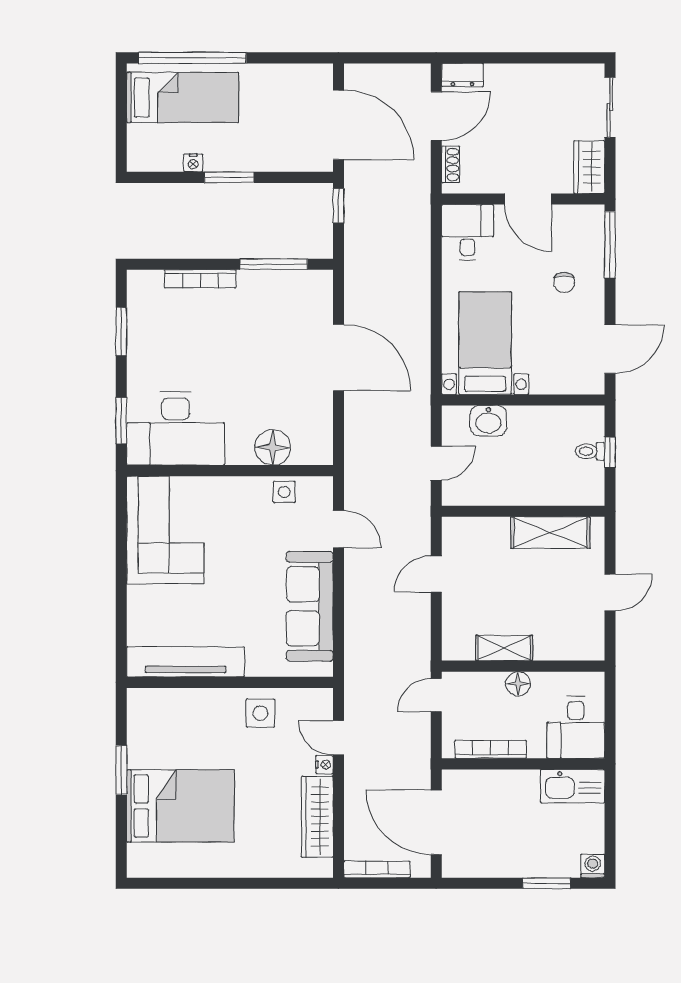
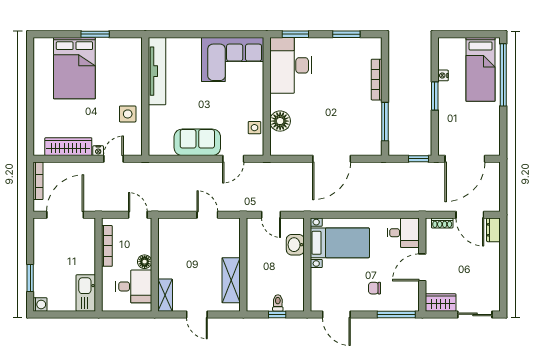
sofa: (310, 606) -> (197, 142), width x0.73
shelving: (504, 648) -> (165, 295), moved
desk: (576, 727) -> (134, 286), moved, turned 180

